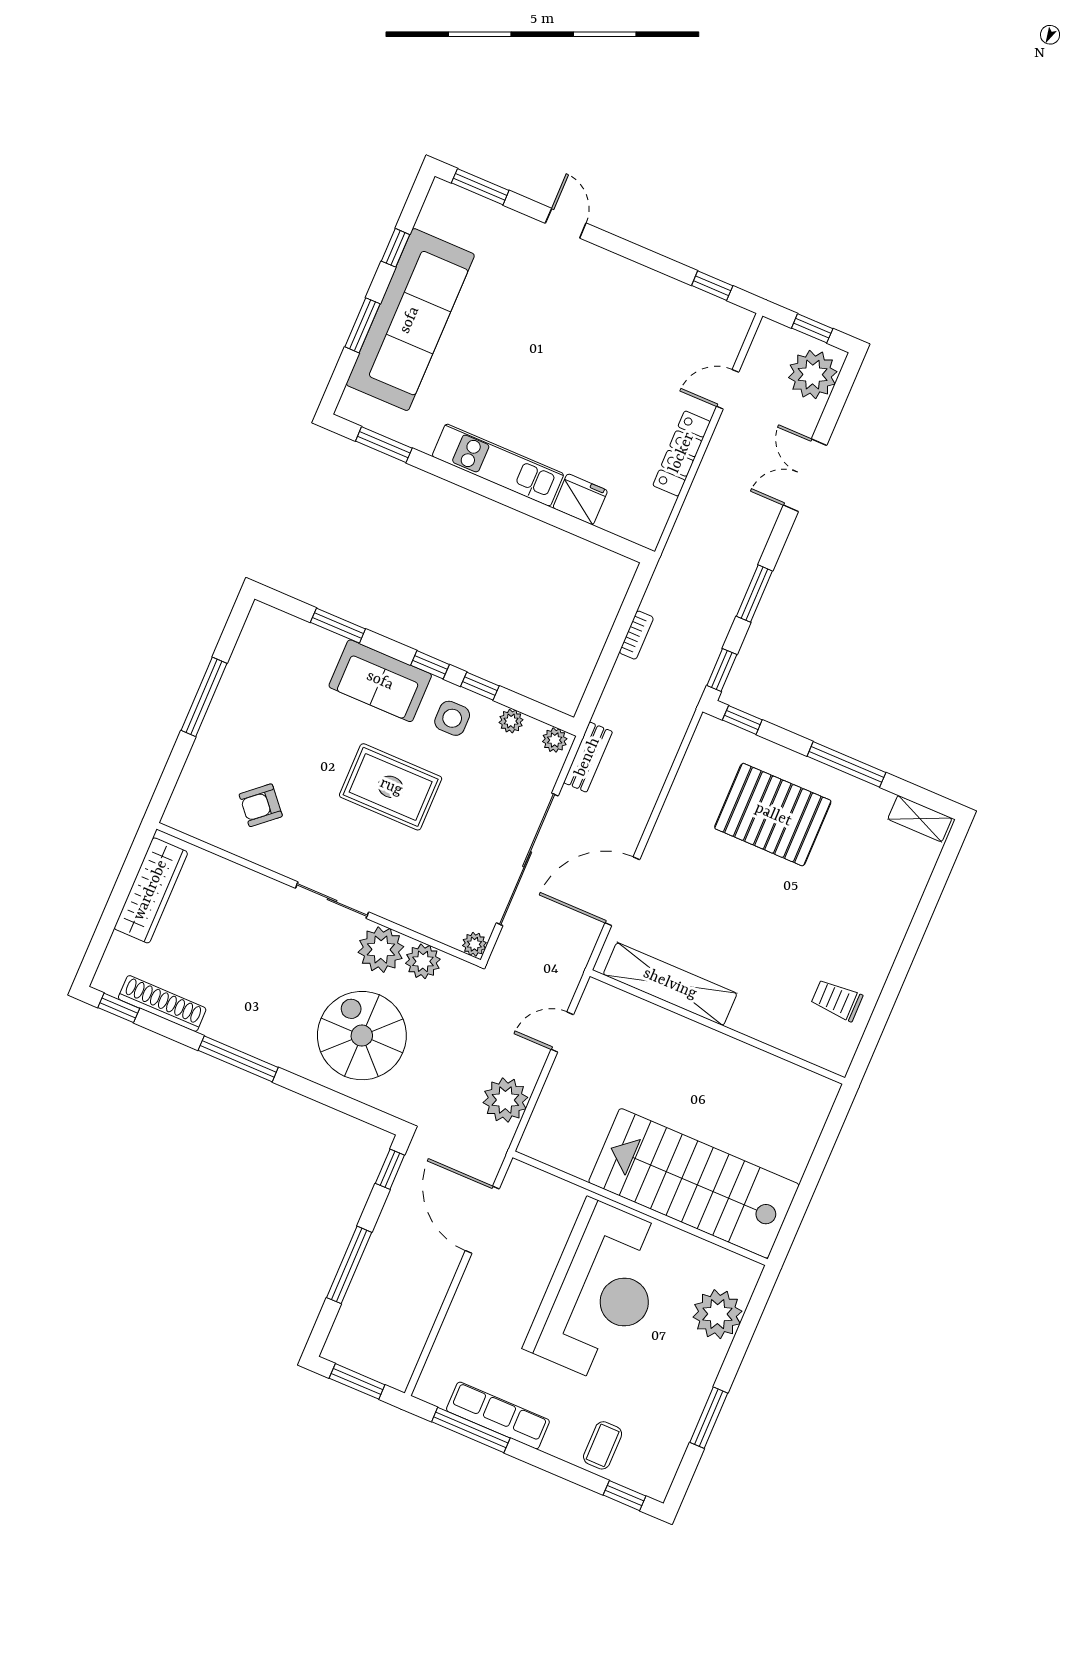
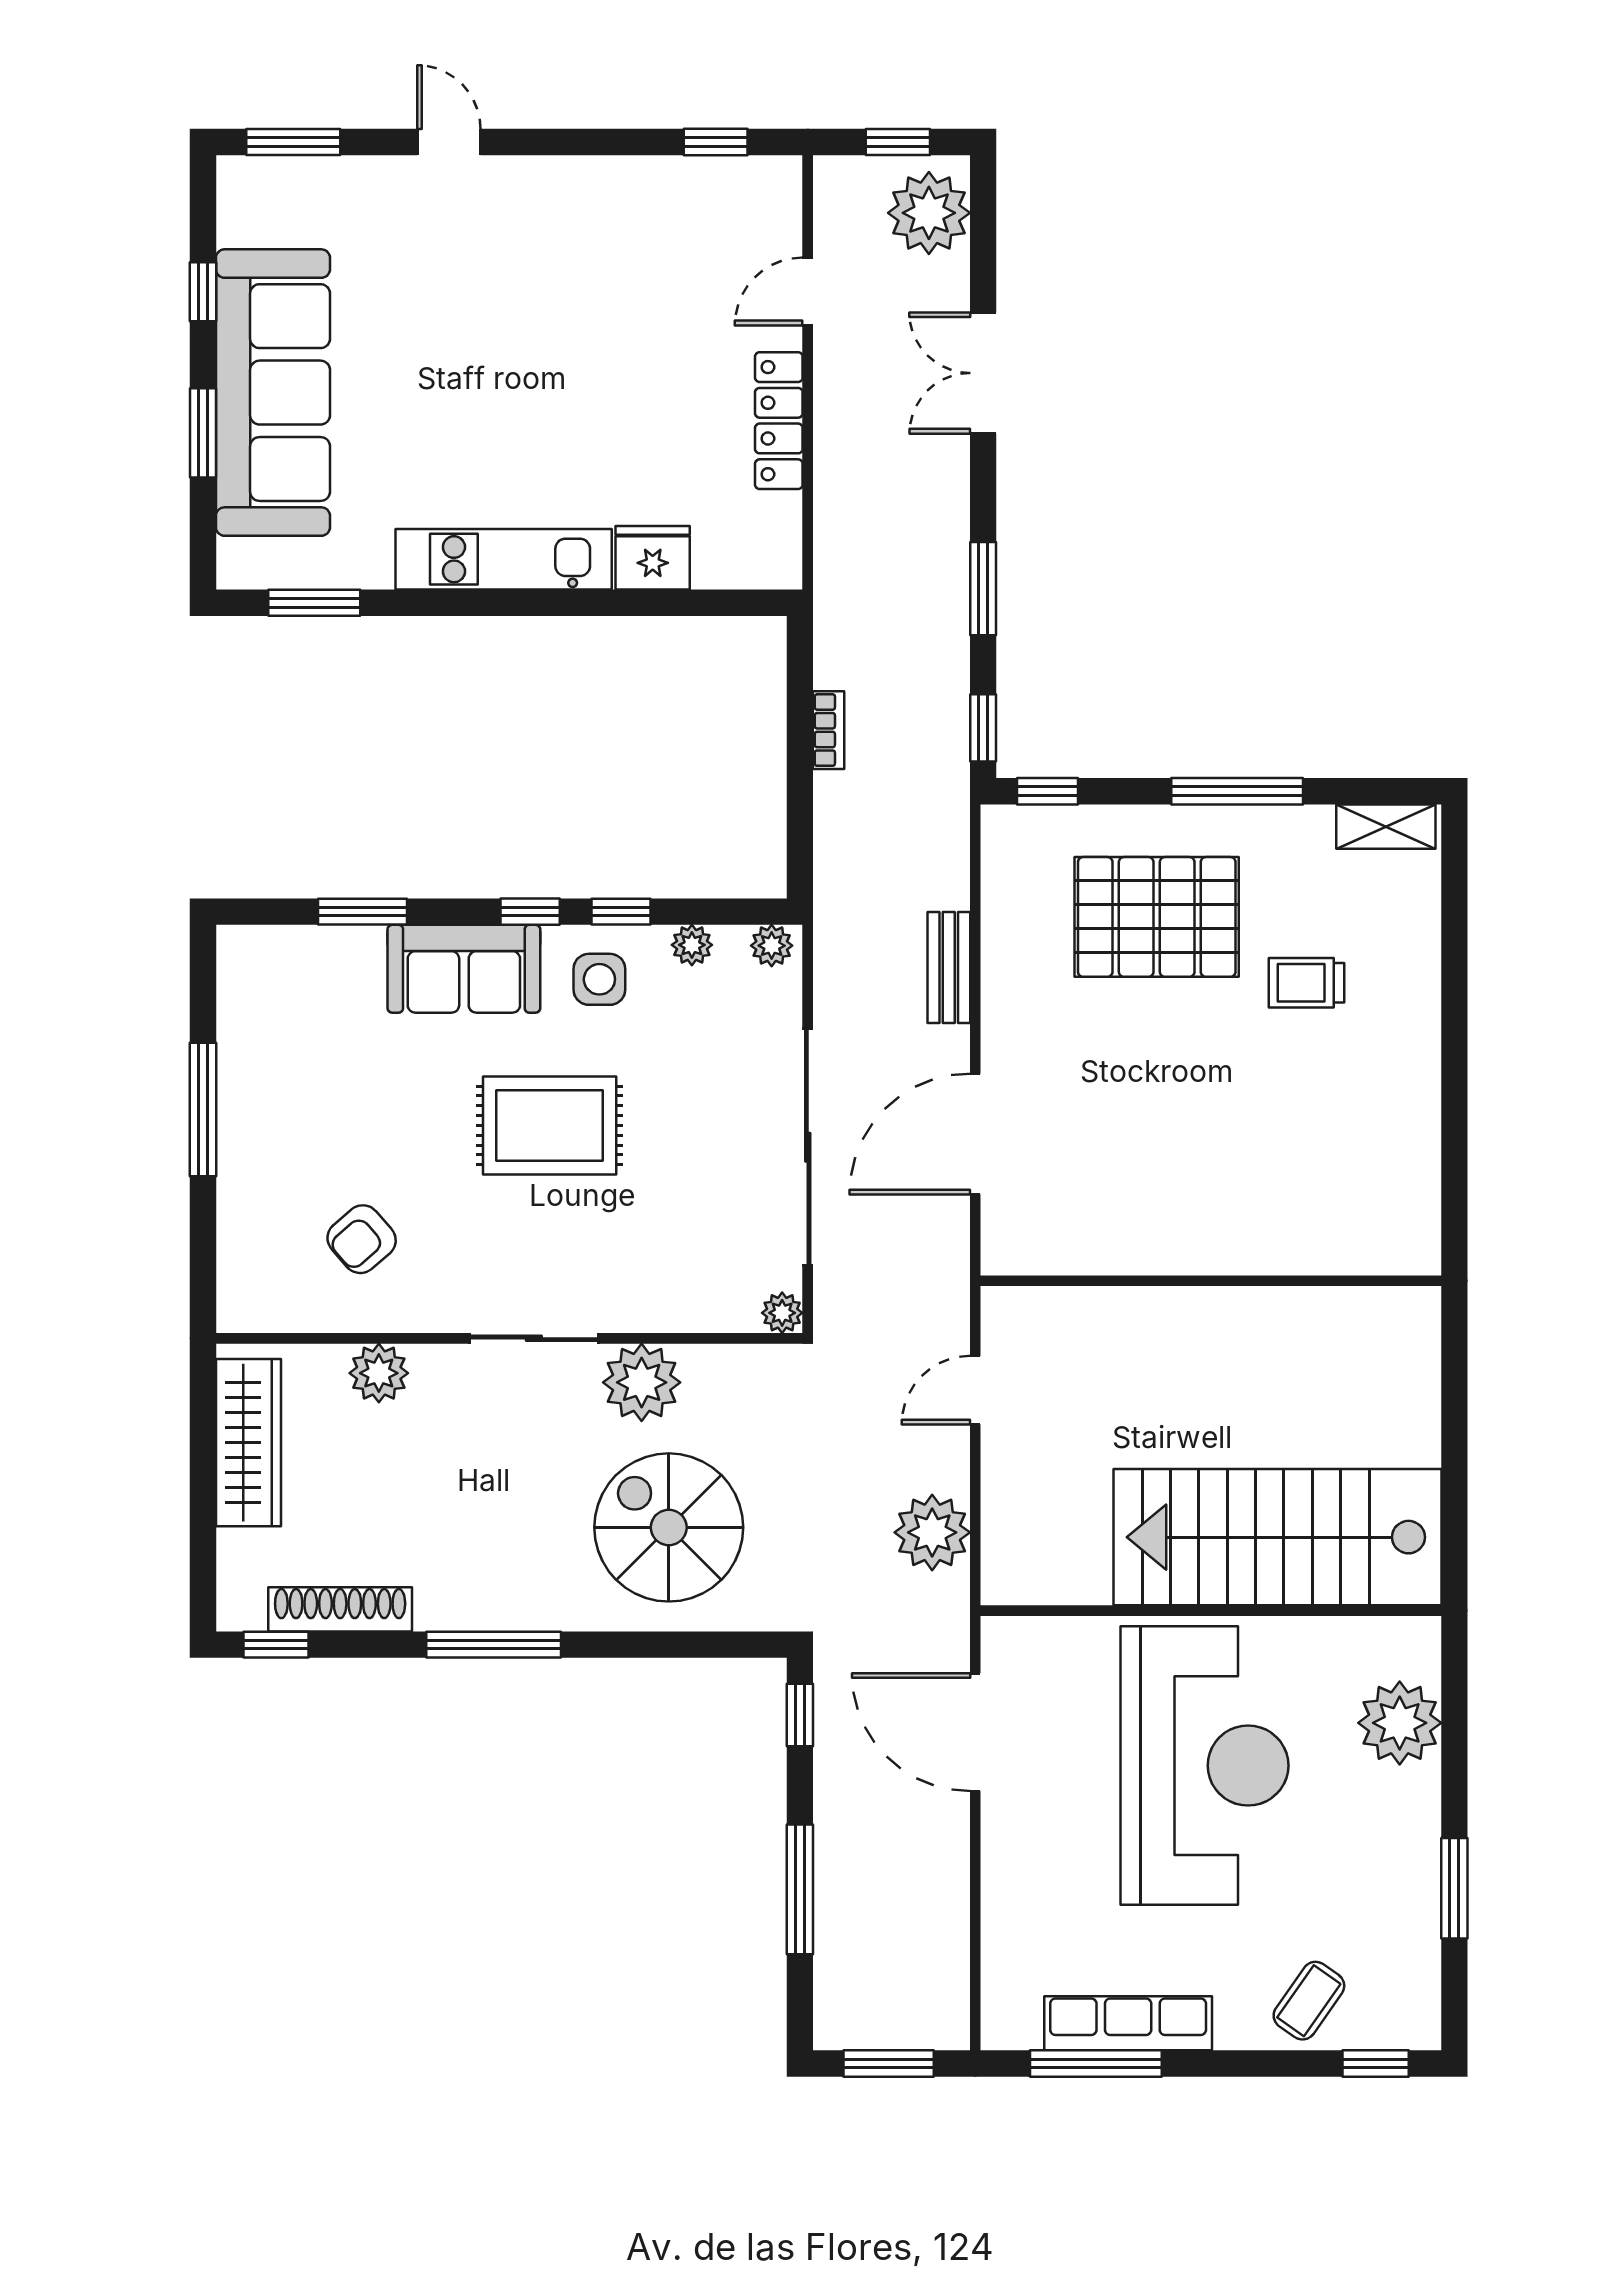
bench: (588, 757) -> (949, 968), moved
plant: (423, 961) -> (379, 1373), moved
shelving: (670, 984) -> (1110, 1246), removed
trolley: (837, 1000) -> (1306, 983), moved
coffee table: (603, 1445) -> (1309, 2001), turned 35

